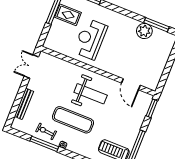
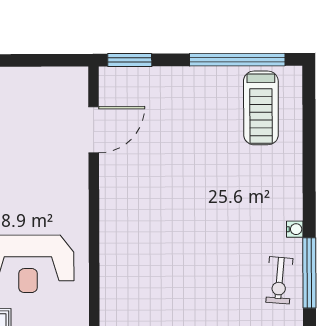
weight bench: (91, 94) -> (153, 213), removed
exercise mat: (73, 120) -> (228, 229), removed

